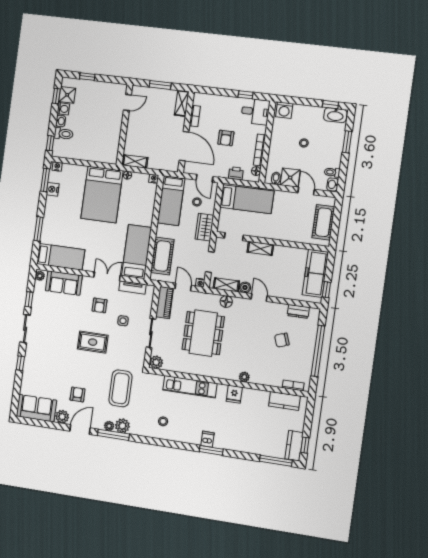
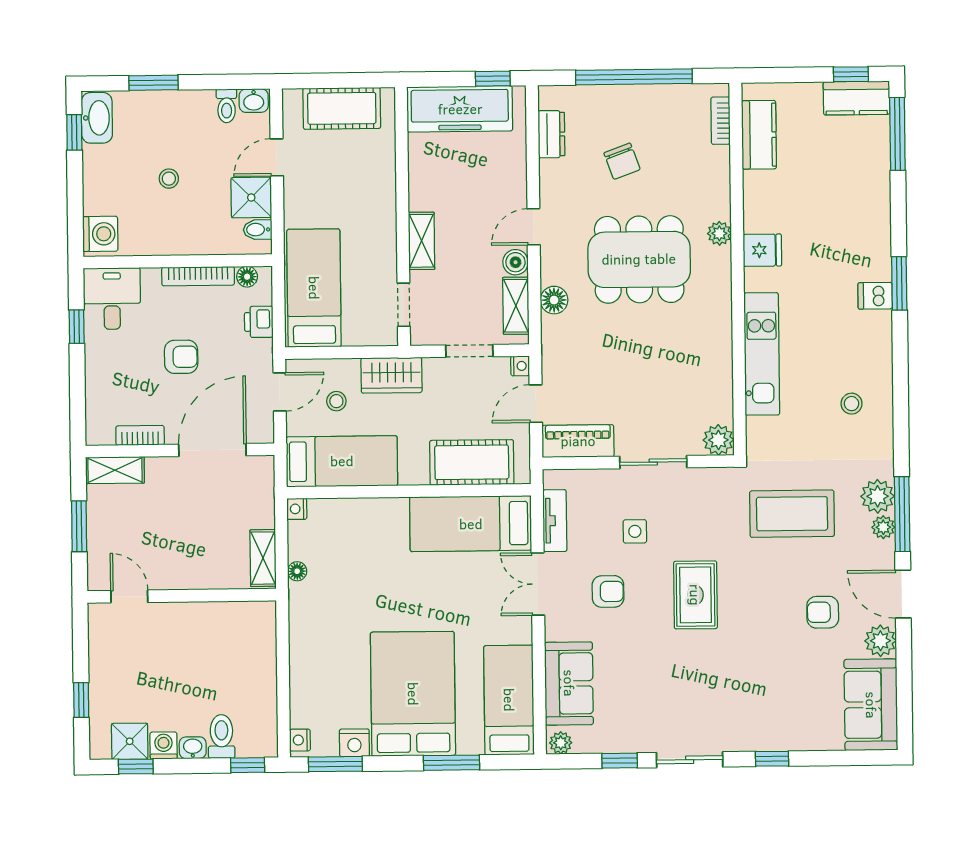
bed: (102, 195) -> (413, 694), moved, turned -90
dining table: (203, 333) -> (639, 259), moved

